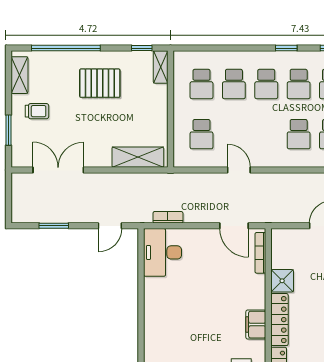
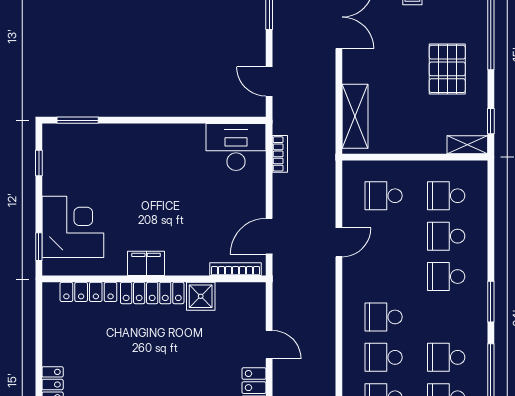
window: (286, 48) -> (491, 302), width x1.50
school desk: (299, 84) -> (446, 317), removed

